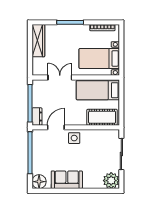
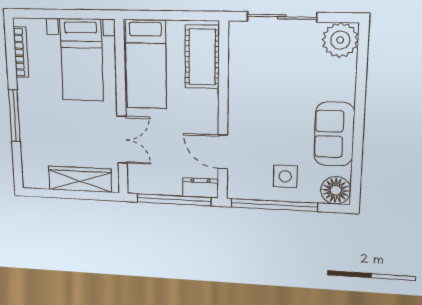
wardrobe: (38, 41) -> (80, 179), moved
double door: (60, 77) -> (122, 140), swing flipped
side table: (74, 138) -> (285, 176), moved

